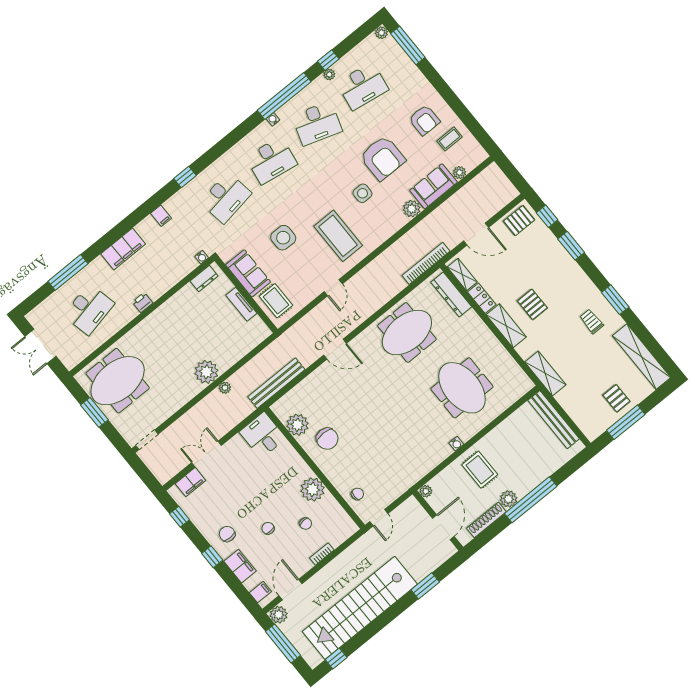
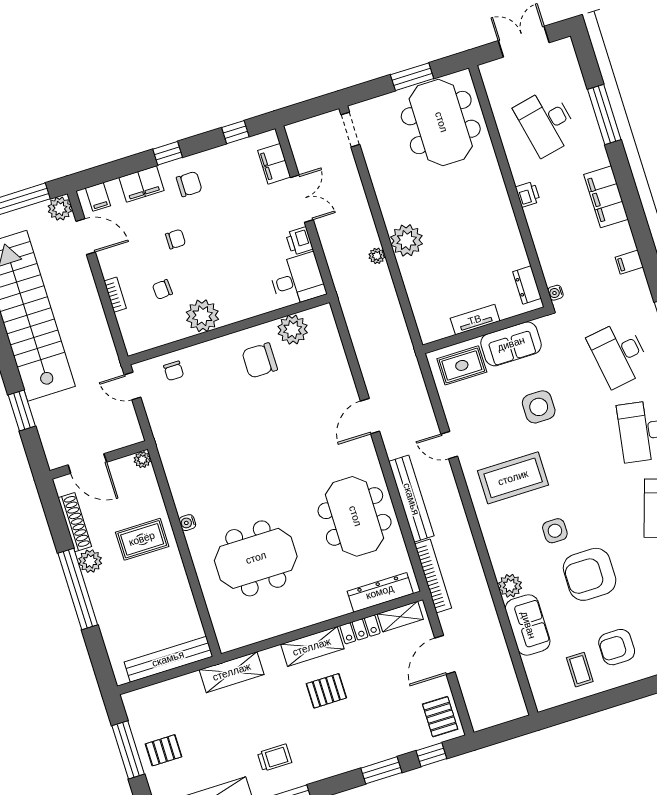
plant: (460, 173) -> (532, 665), removed
bench: (276, 383) -> (411, 499), moved
printer: (236, 444) -> (299, 241), added

